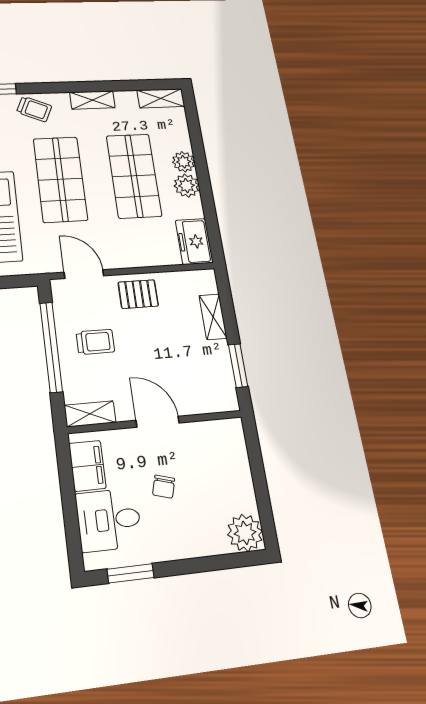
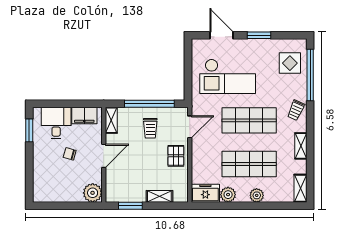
plant: (187, 186) -> (228, 195), moved
plant: (245, 533) -> (93, 193), moved

